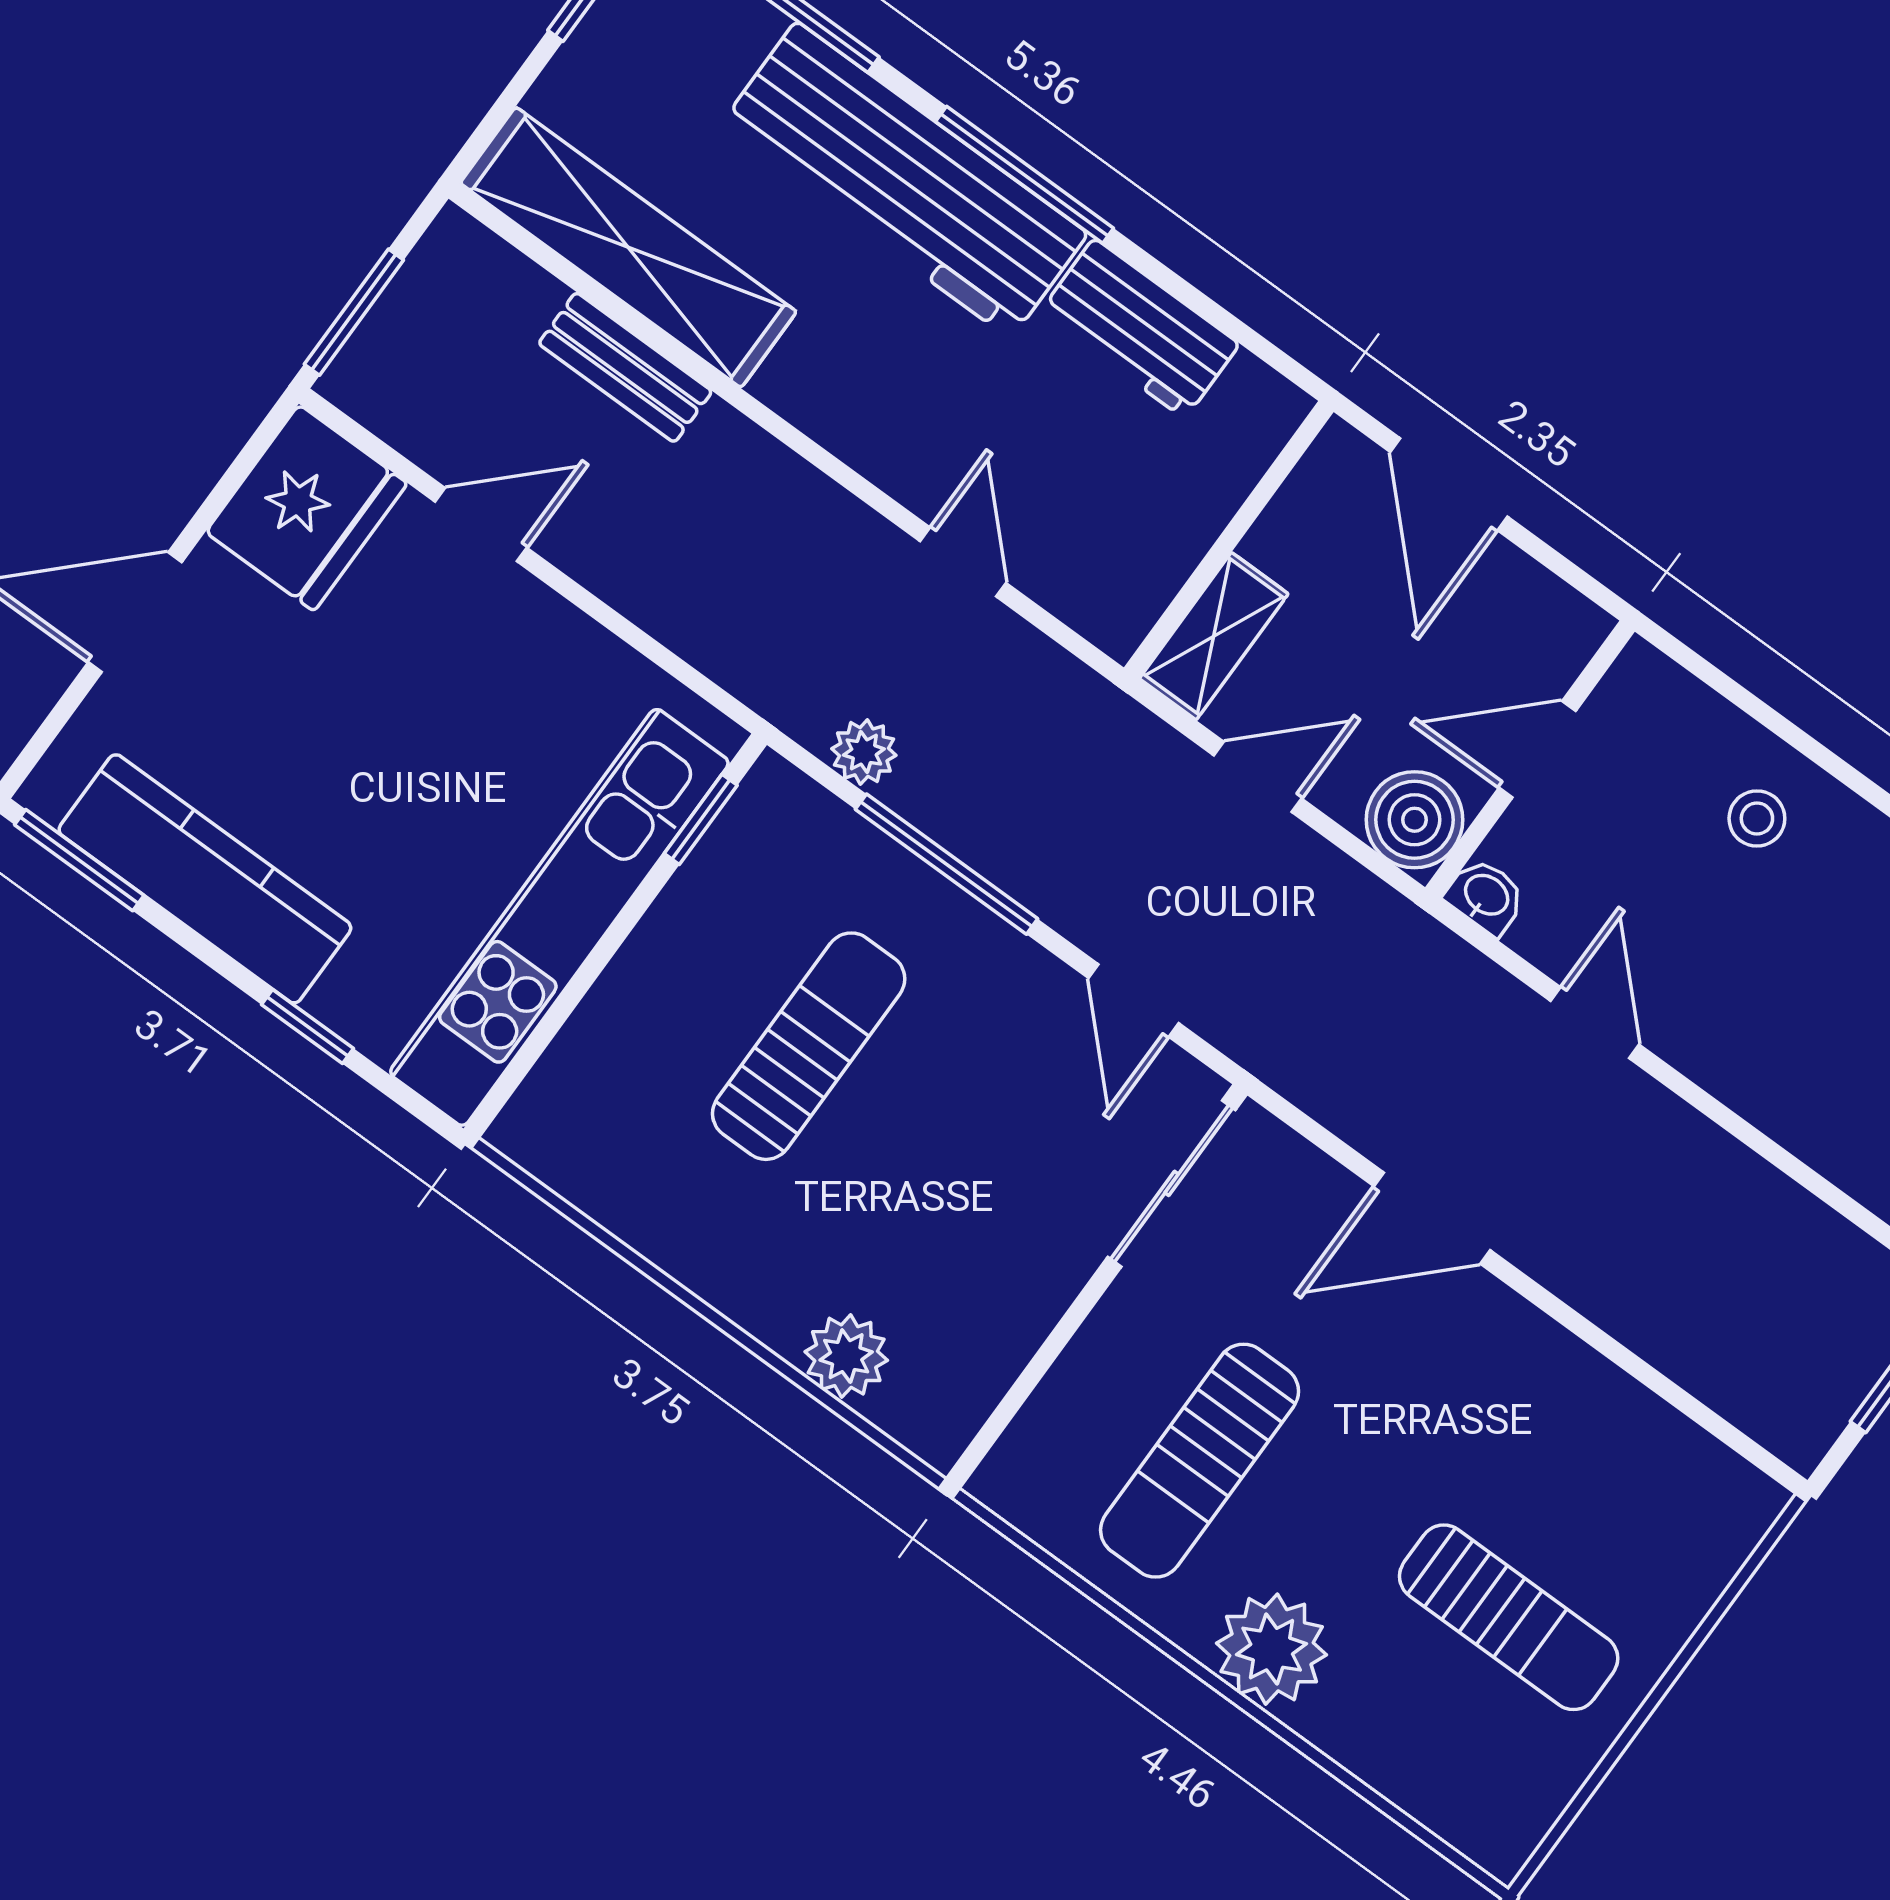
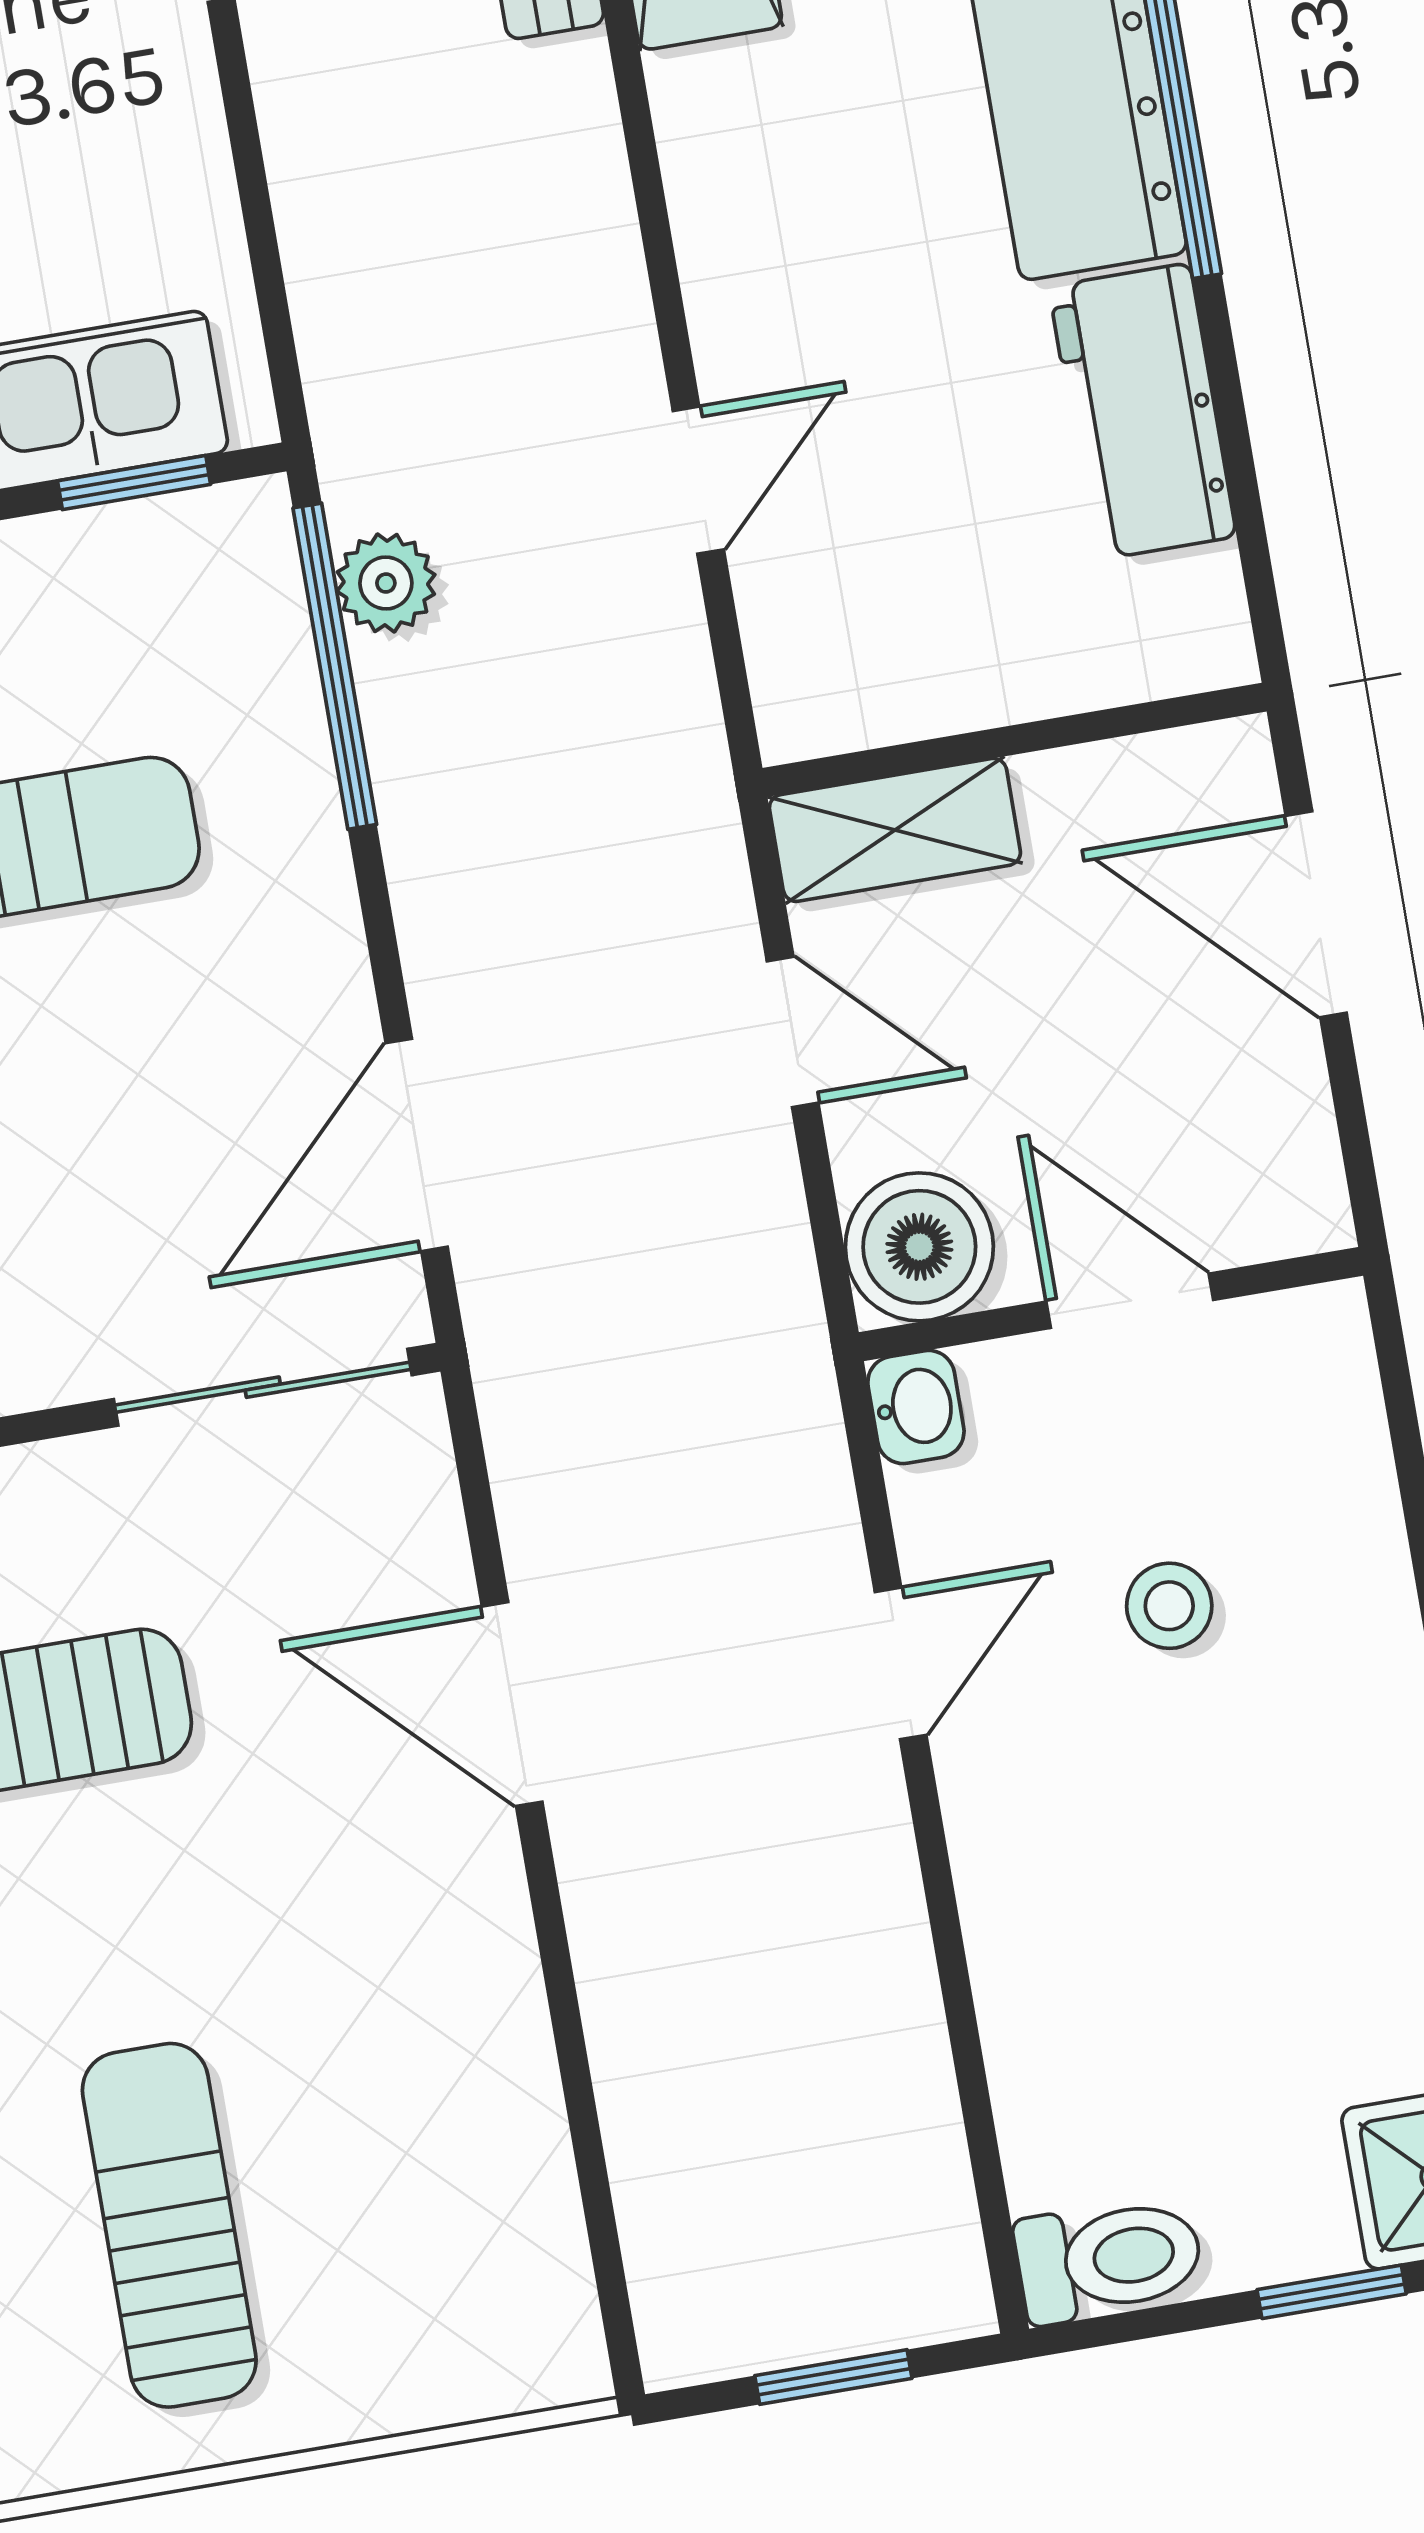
door: (1449, 484) -> (1316, 914), hinge flipped
stool: (1757, 819) -> (1169, 1606), moved
window: (946, 864) -> (335, 666), moved
door: (1133, 1000) -> (417, 1145), width x1.38
sun lounger: (1509, 1617) -> (169, 2225), turned 180

